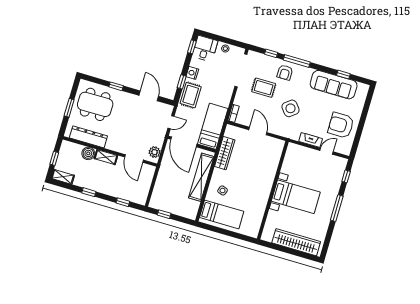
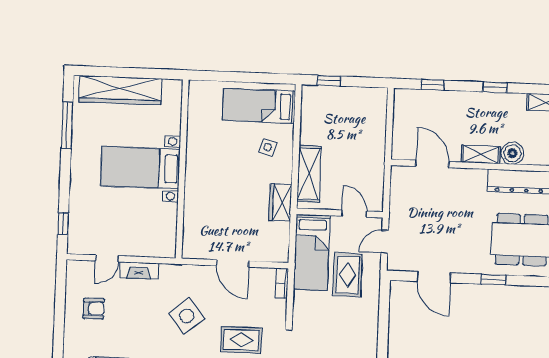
nightstand: (192, 73) -> (369, 335), removed
window: (182, 82) -> (384, 315), removed
rug: (191, 95) -> (348, 275), moved
armchair: (341, 125) -> (94, 309), width x0.53, depth x0.53
door: (184, 142) -> (354, 214), width x0.53
plant: (155, 152) -> (400, 184), removed
wardrobe: (225, 153) -> (280, 203), width x0.67
shelving: (201, 177) -> (309, 174), width x0.68
window: (337, 208) -> (67, 125), moved
window: (164, 214) -> (329, 81), moved

